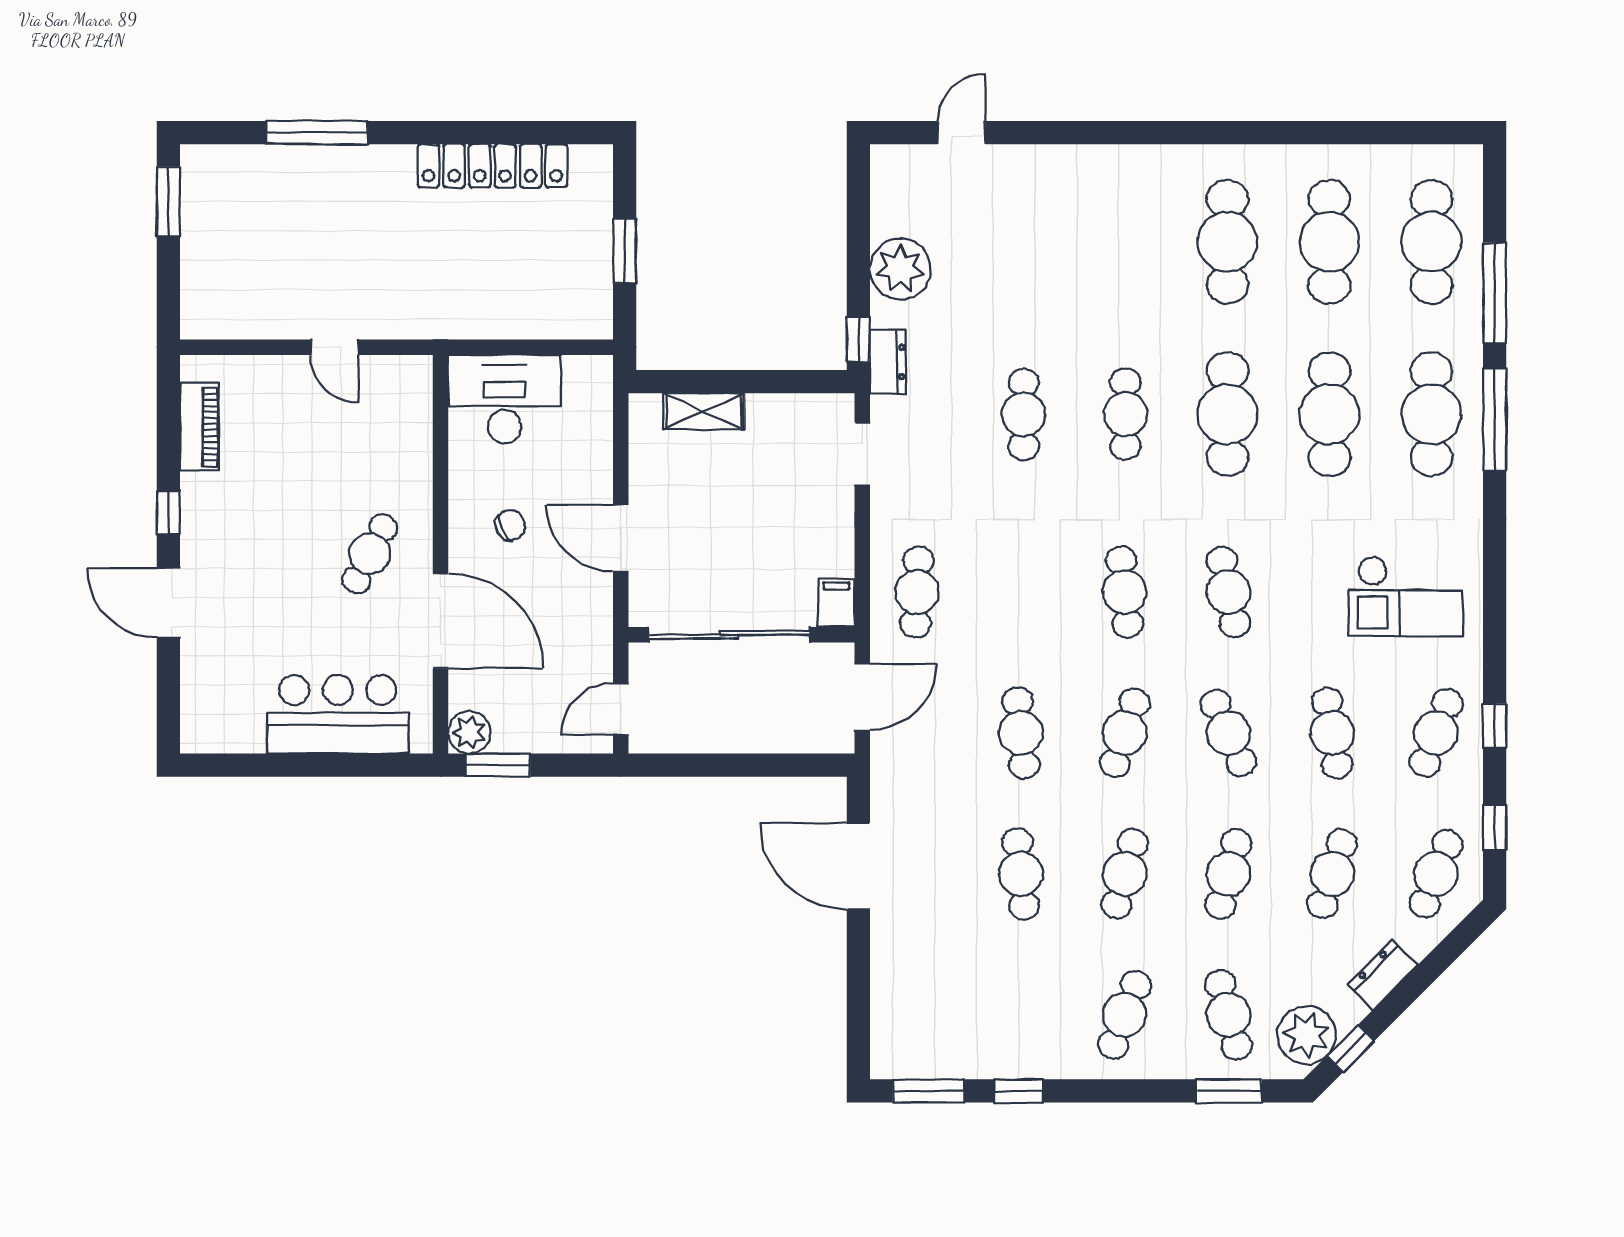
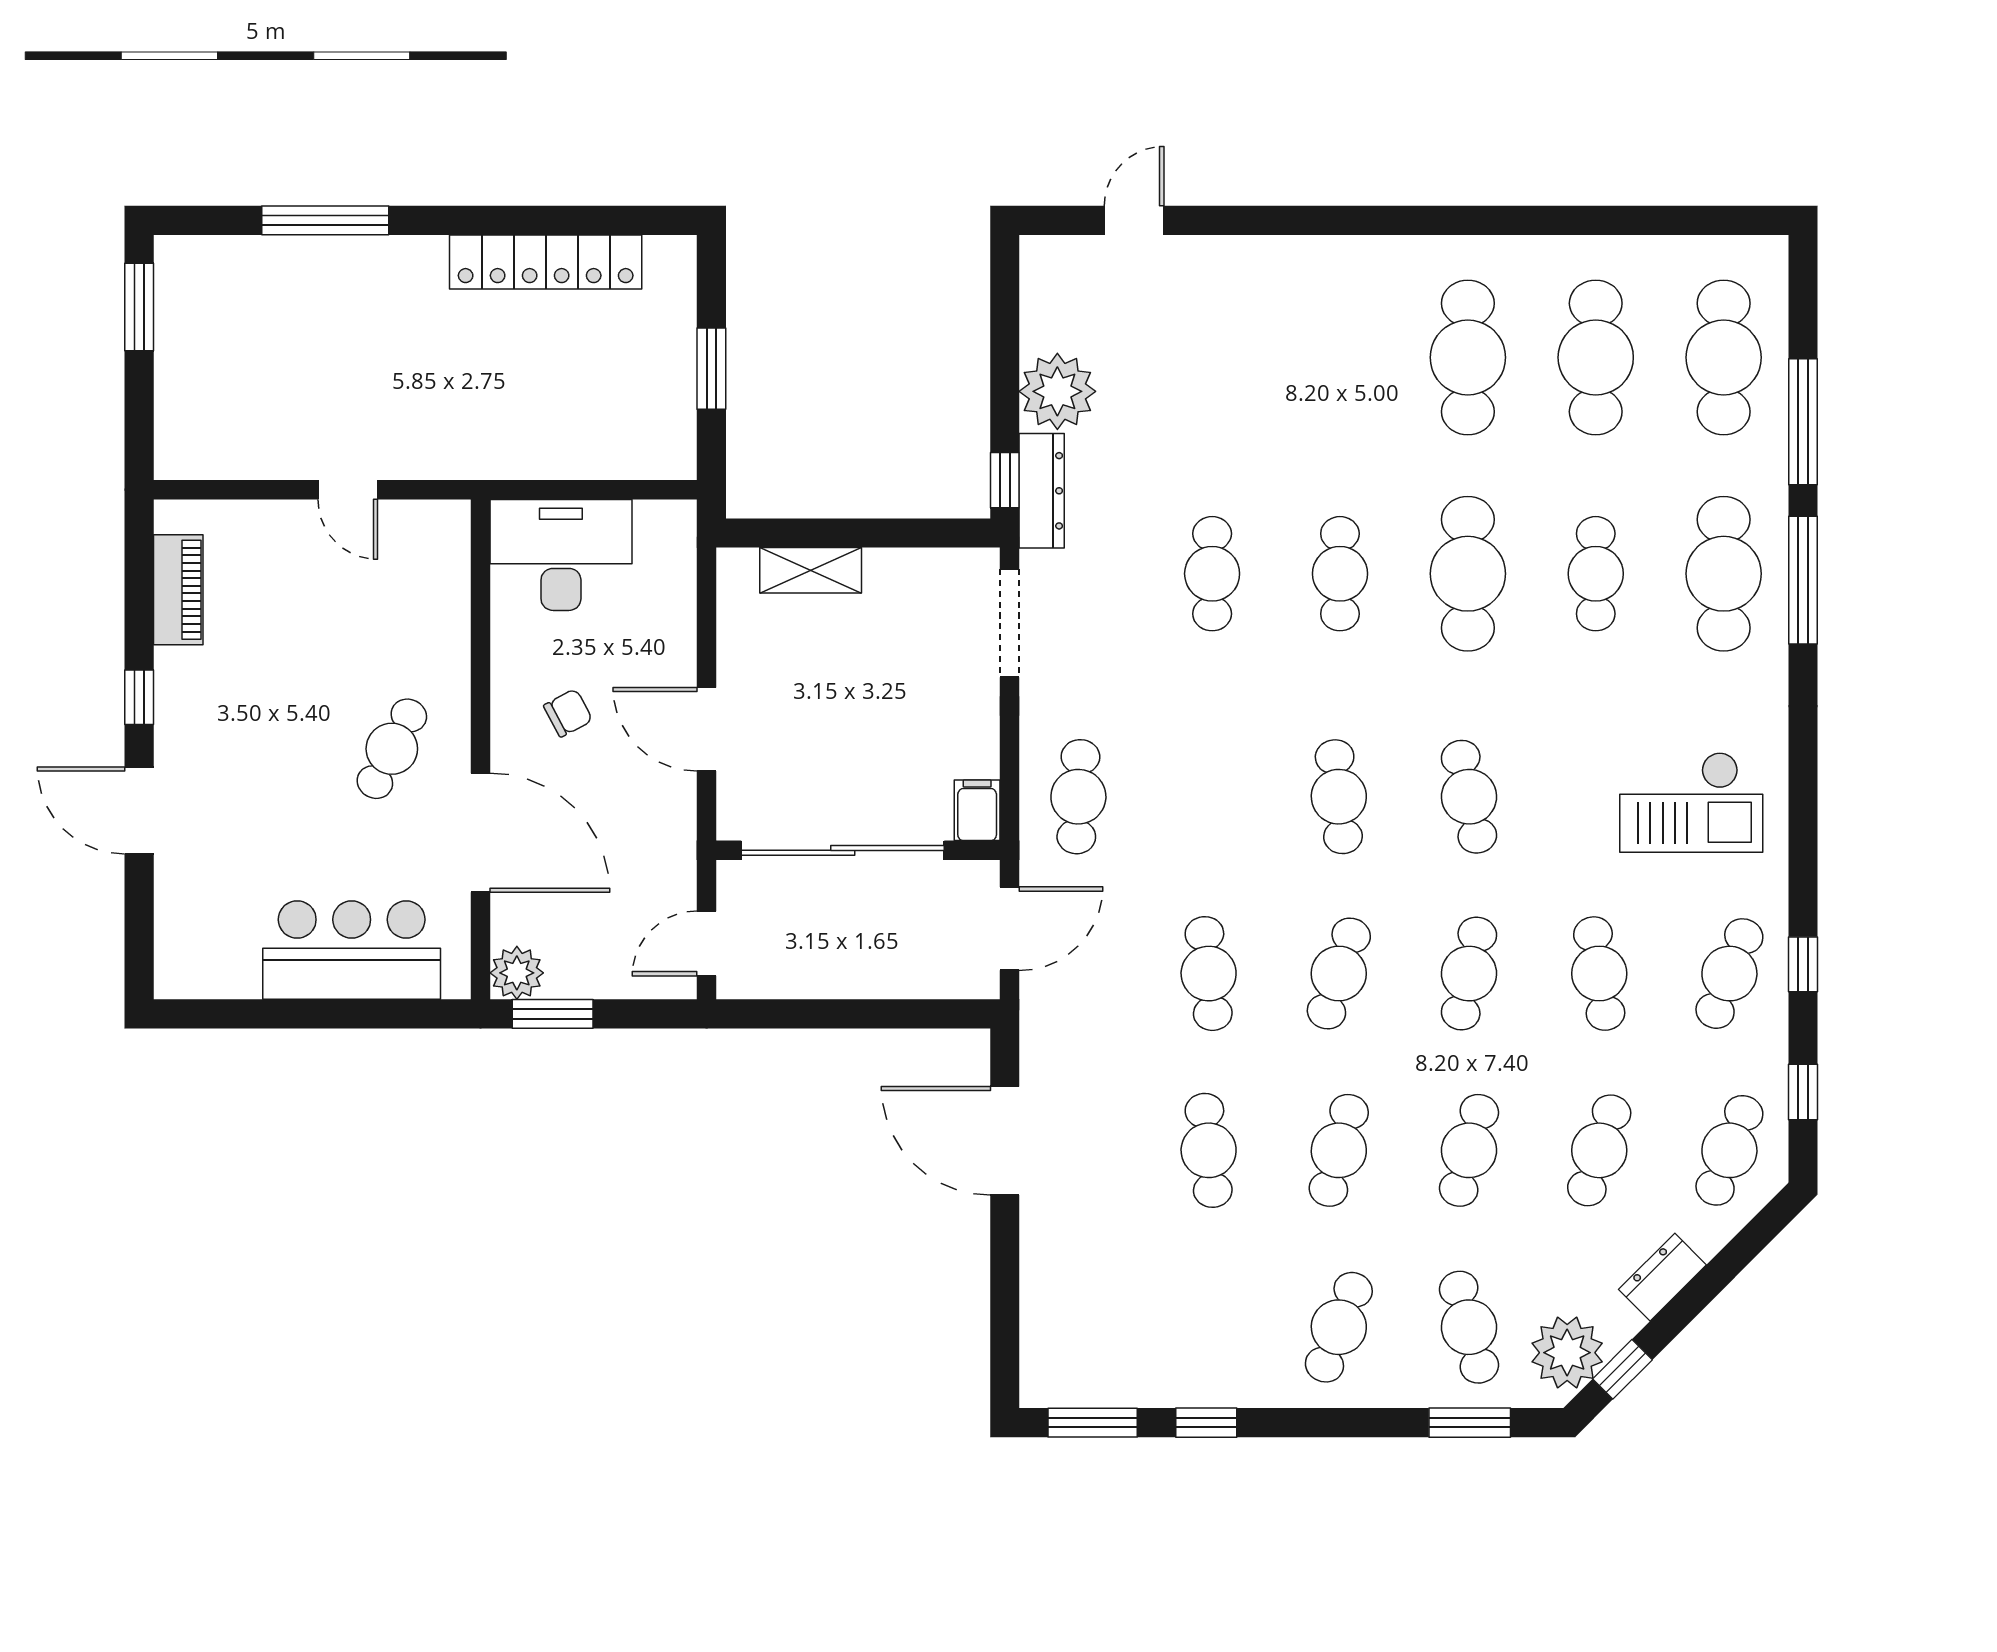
dresser: (888, 362) -> (1042, 491), width x1.44
cafe table: (1329, 414) -> (1596, 574), width x0.73, depth x0.74
doorway: (862, 454) -> (1010, 623), width x1.38
cafe table: (1228, 733) -> (1469, 974), turned 36

